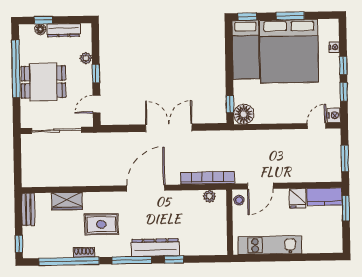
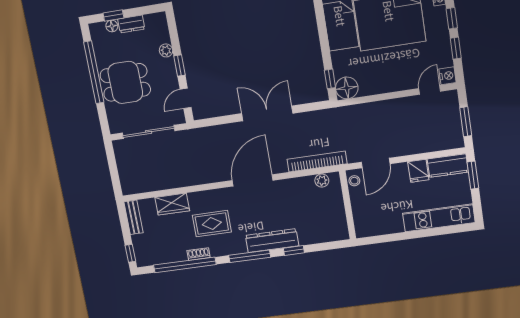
dresser: (63, 30) -> (131, 24), width x0.70
kitchen unit: (270, 245) -> (439, 218), moved

